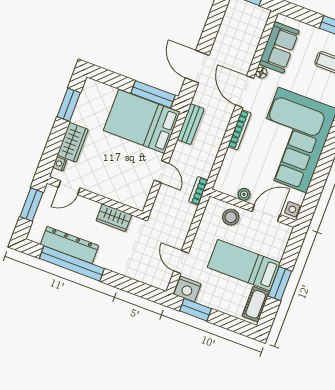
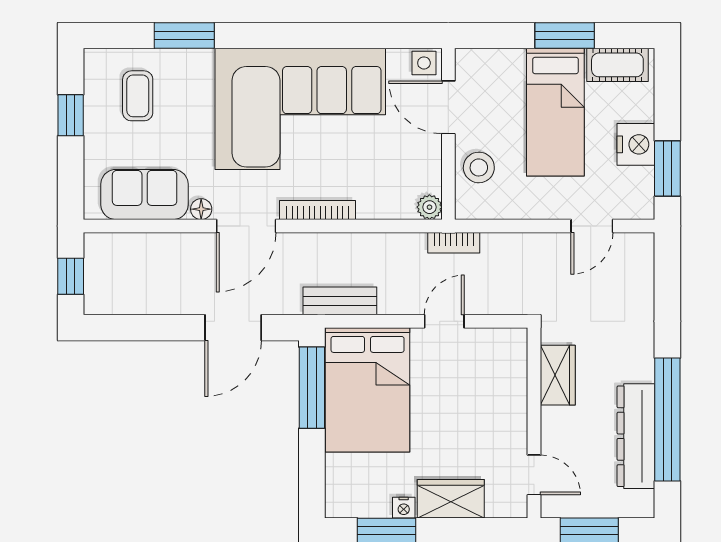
nightstand: (60, 164) -> (404, 508), moved
plant: (244, 194) -> (429, 207), moved
nightstand: (187, 289) -> (636, 144), moved

